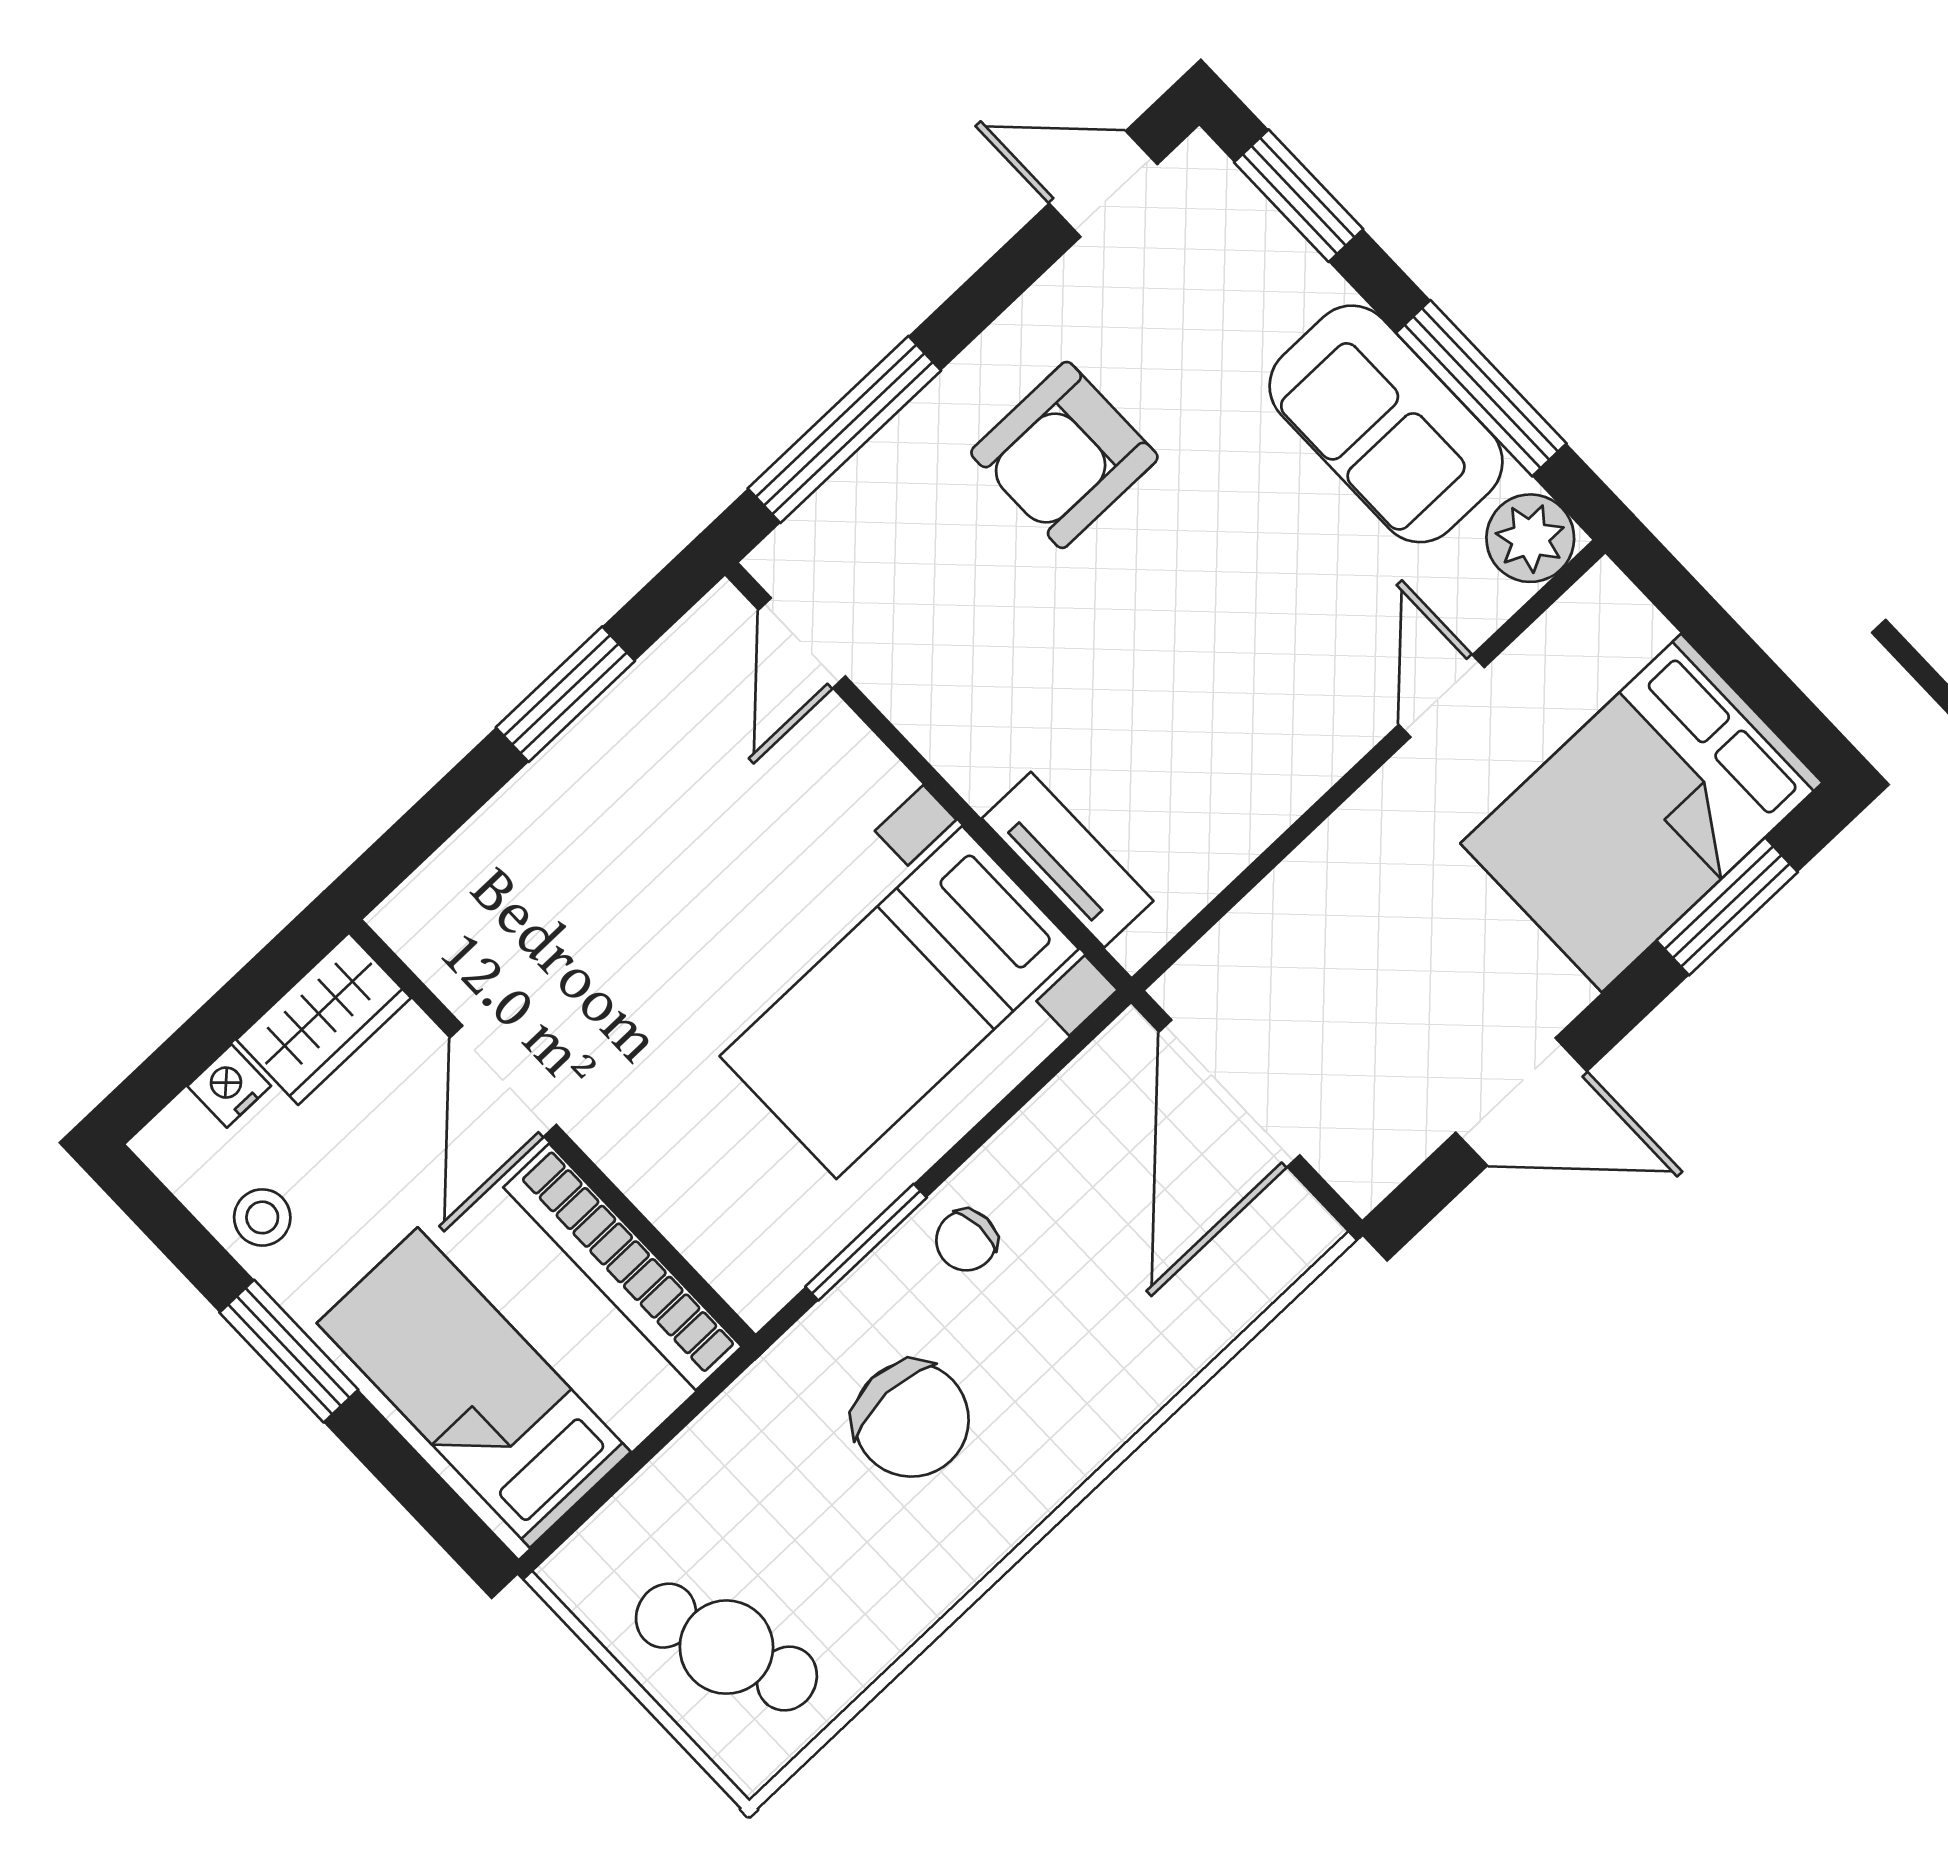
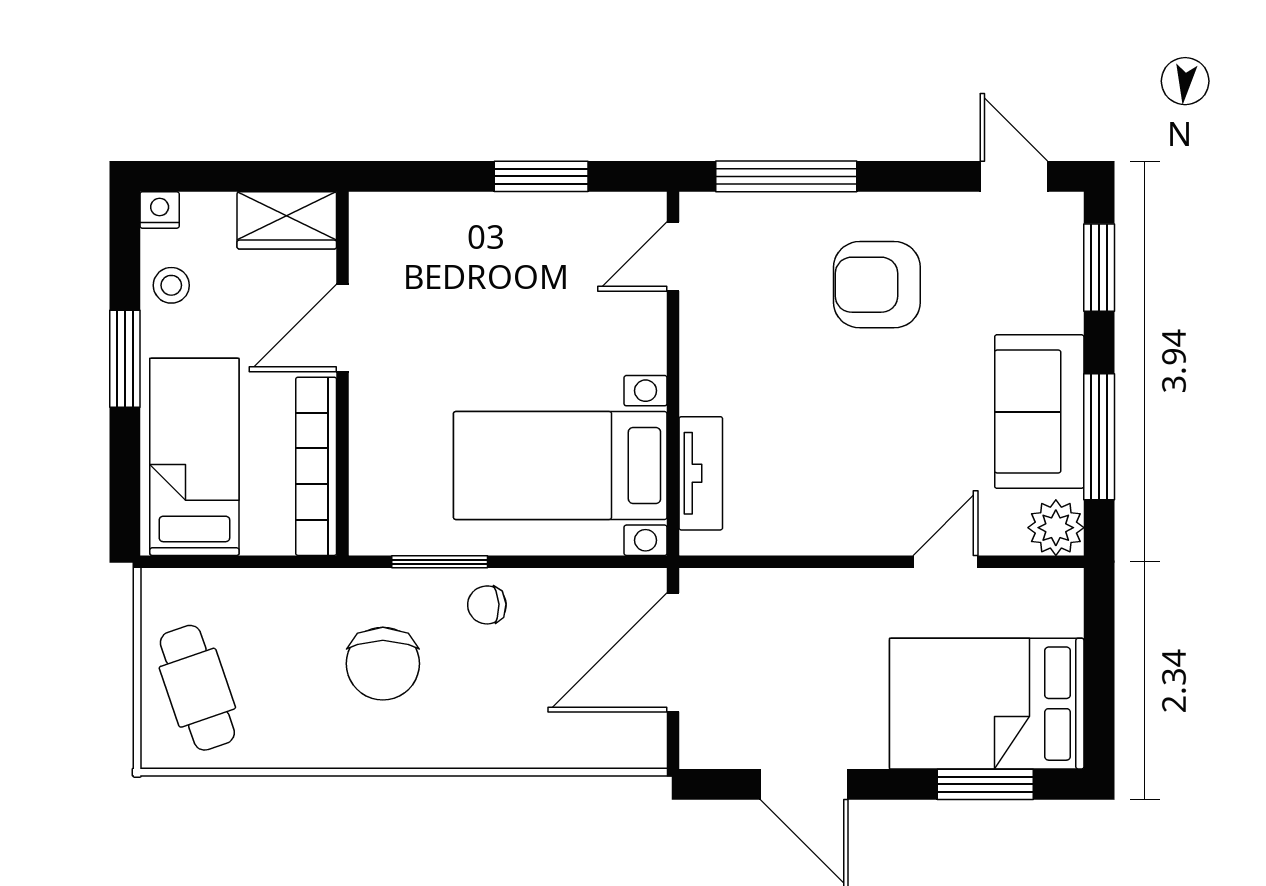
nightstand: (229, 1086) -> (160, 210), moved

